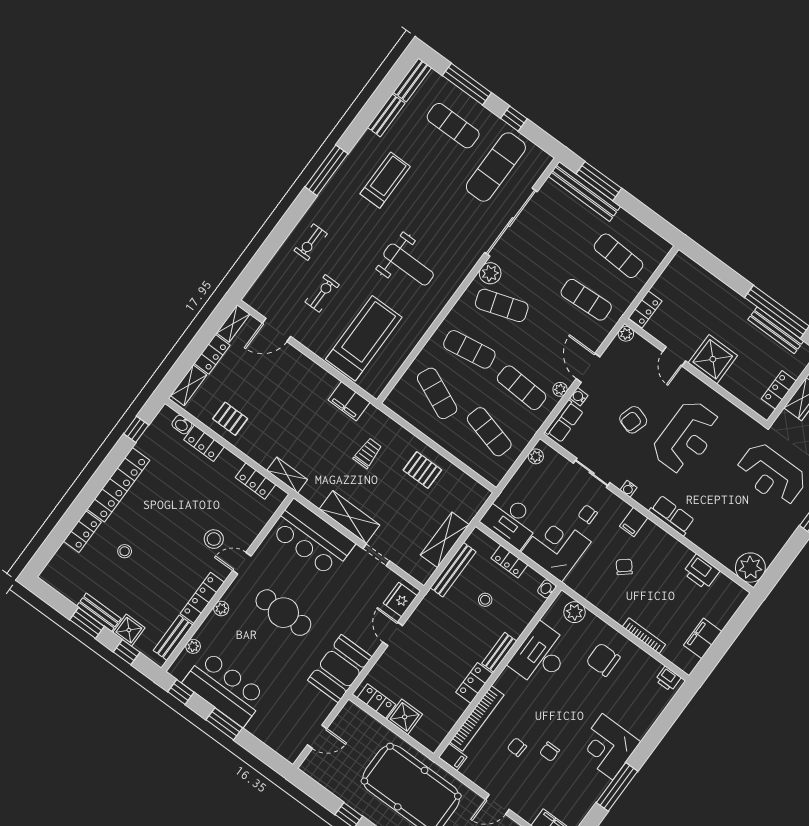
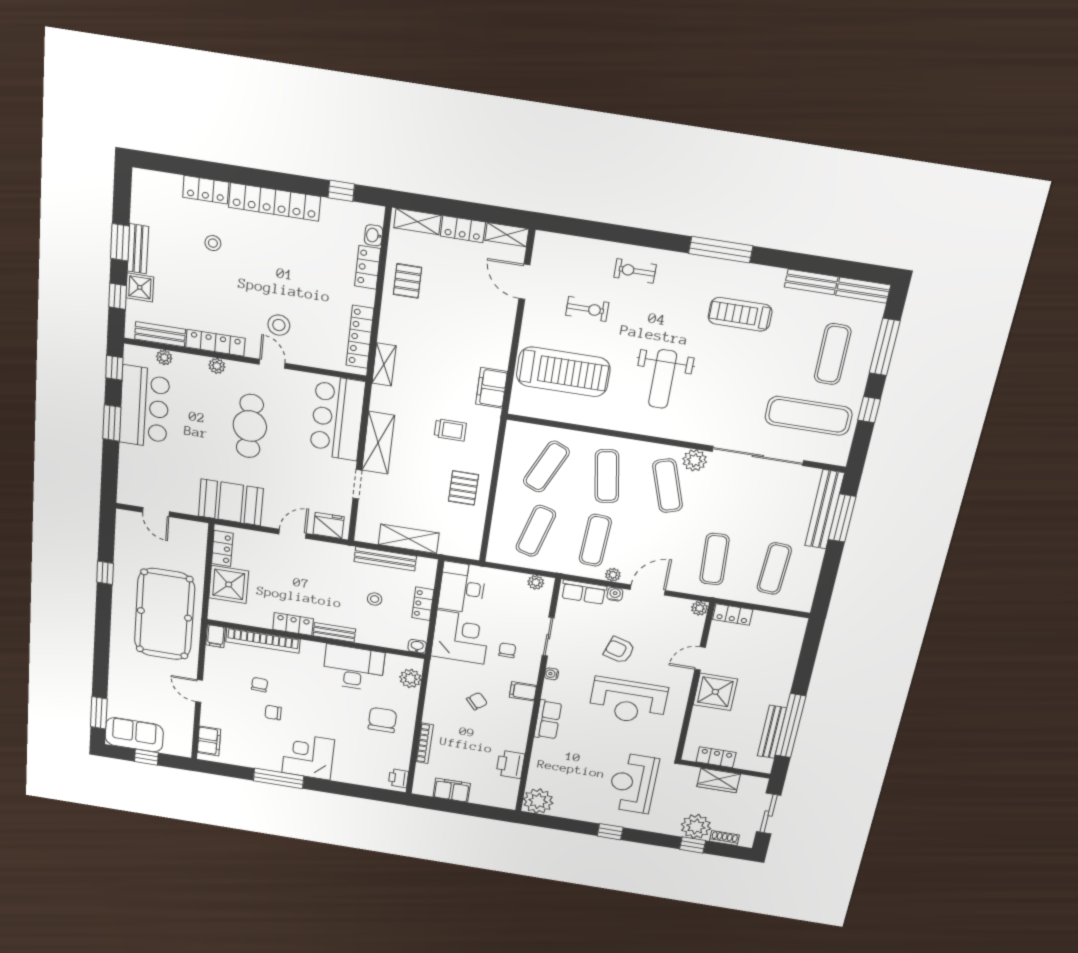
treadmill: (385, 180) -> (740, 314), turned 180
locker: (255, 481) -> (360, 337), width x1.53
shower: (405, 717) -> (229, 584), width x1.36, depth x1.36

